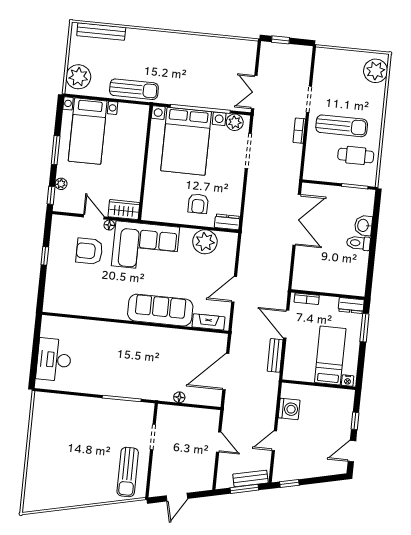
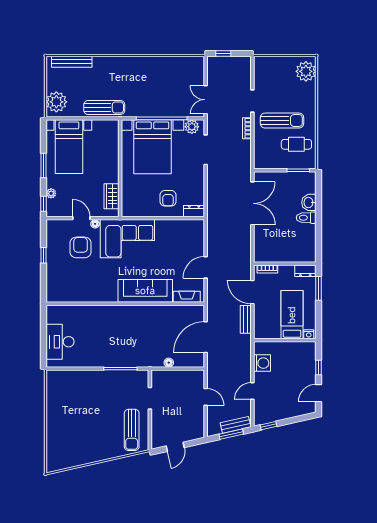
wardrobe: (124, 210) -> (111, 196), moved, turned -90
plant: (205, 242) -> (177, 230), removed
armchair: (89, 251) -> (81, 247), turned 90

